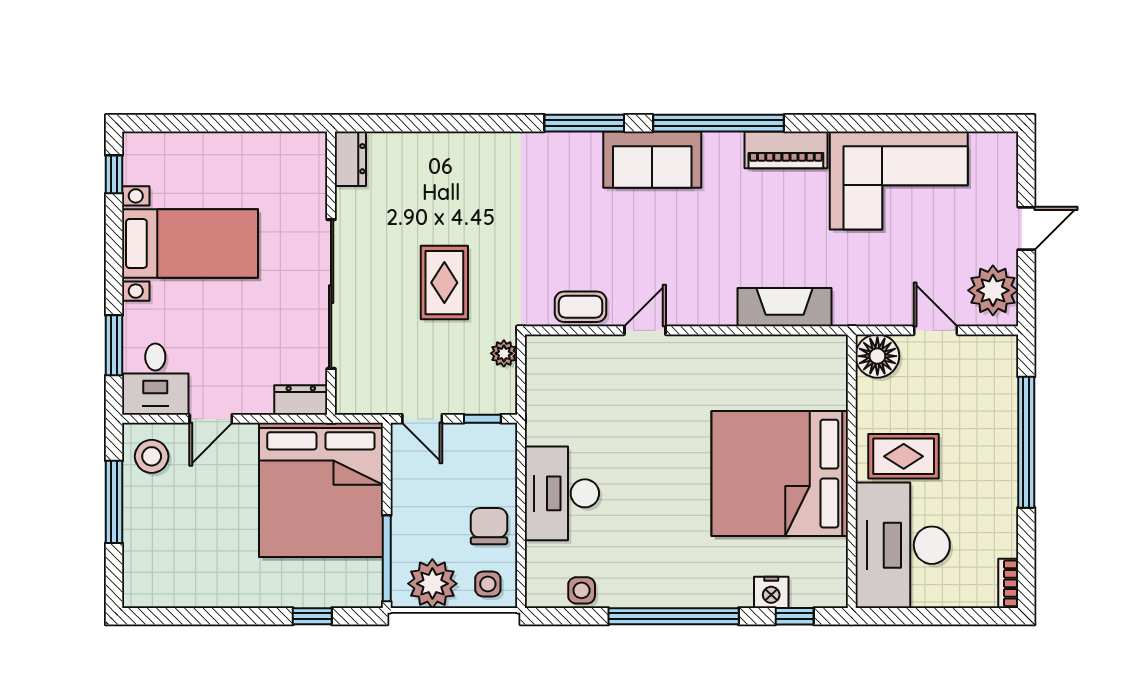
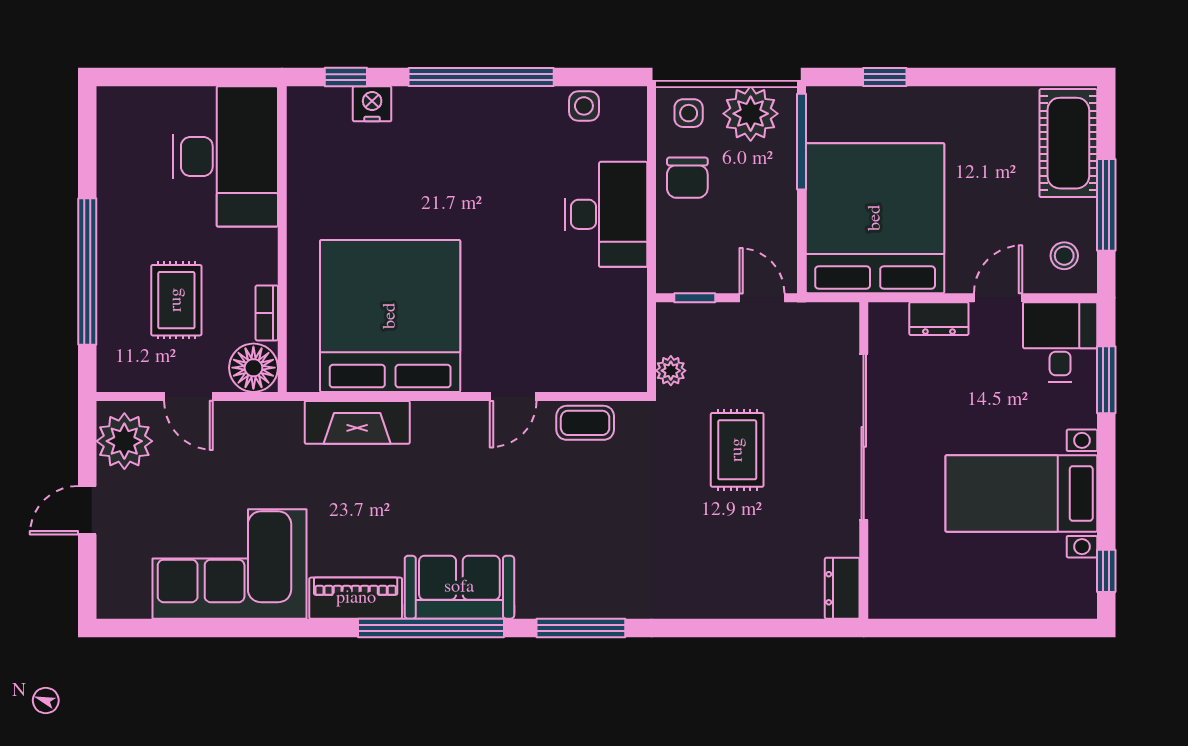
sofa: (652, 160) -> (459, 587), moved
dresser: (301, 400) -> (939, 319), moved
stool: (152, 456) -> (1064, 256), width x0.73, depth x0.73
rug: (904, 456) -> (176, 300), moved, turned 90
bed: (780, 474) -> (390, 316), moved, turned -90
cot: (148, 557) -> (1068, 143), added
bookcase: (1008, 583) -> (267, 313), moved, turned 180

